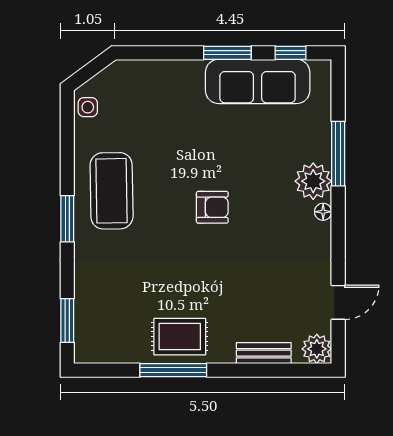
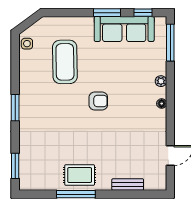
window: (338, 154) -> (170, 43), moved
plant: (313, 181) -> (161, 81), width x0.53, depth x0.53
coffee table: (112, 191) -> (65, 62), moved
plant: (317, 349) -> (158, 182), removed

